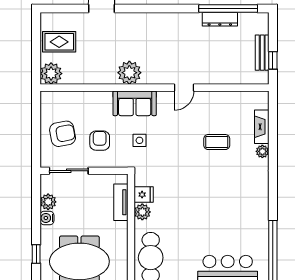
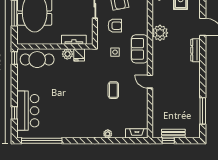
window: (228, 8) -> (203, 111), width x0.68
dresser: (220, 19) -> (196, 50), moved
plant: (129, 73) -> (160, 33), moved
fireplace: (262, 127) -> (137, 133), moved
coffee table: (217, 142) -> (113, 90), moved

